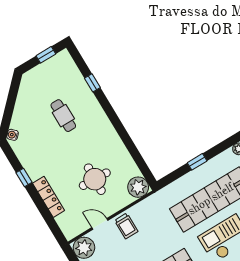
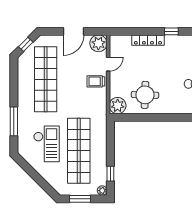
window: (197, 162) -> (110, 174), moved
round table: (95, 179) -> (145, 95), moved

